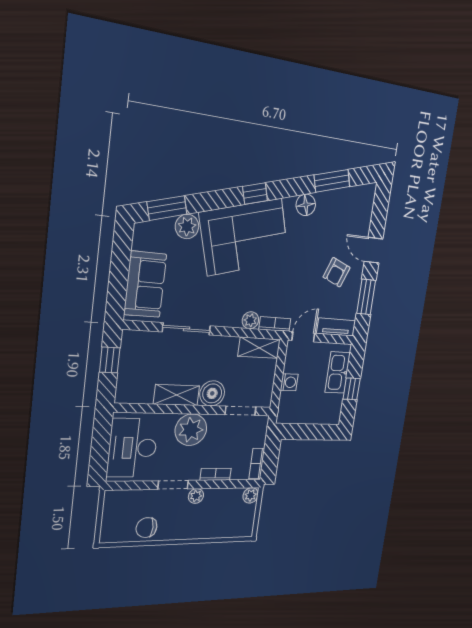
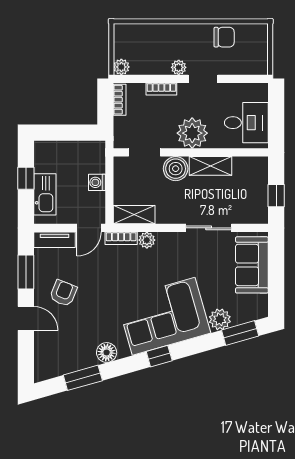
desk: (133, 448) -> (246, 123), width x0.73

